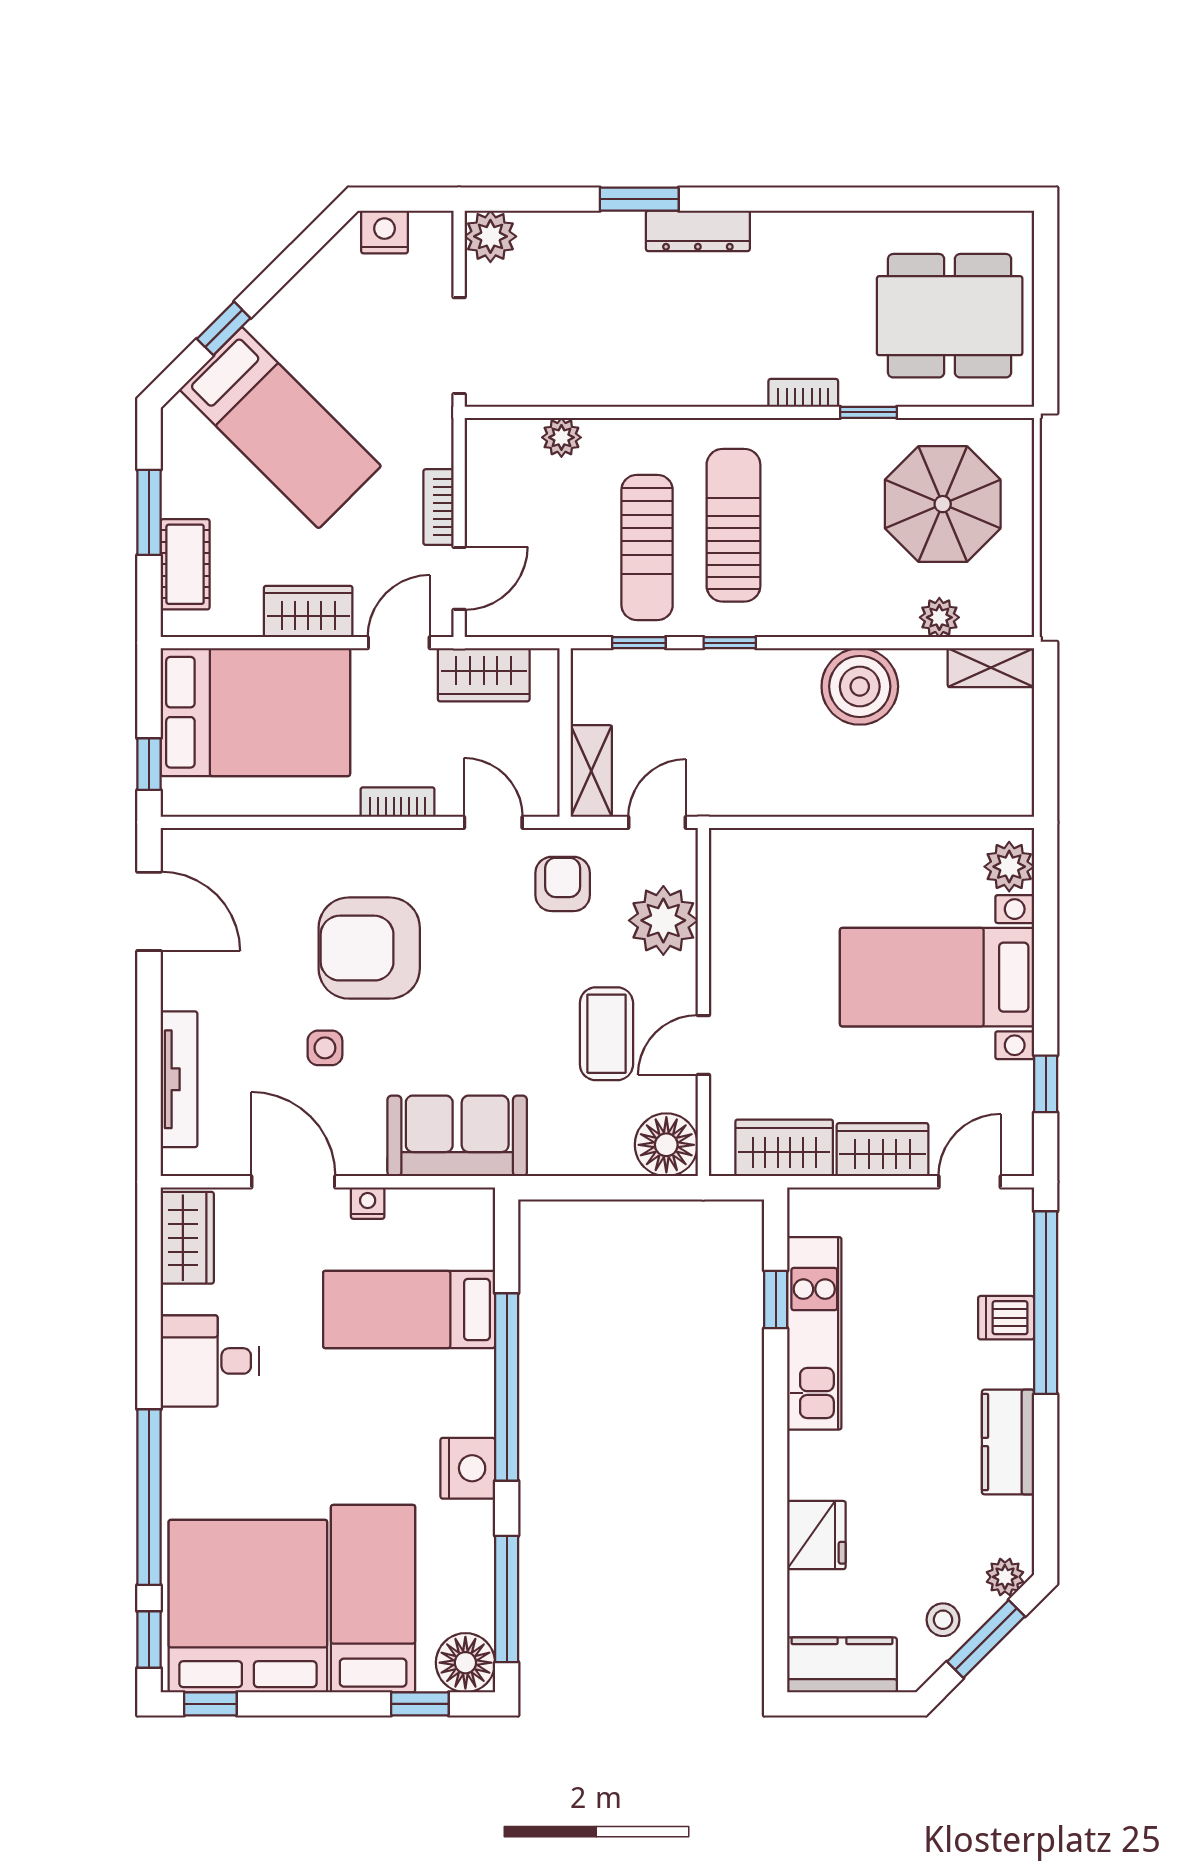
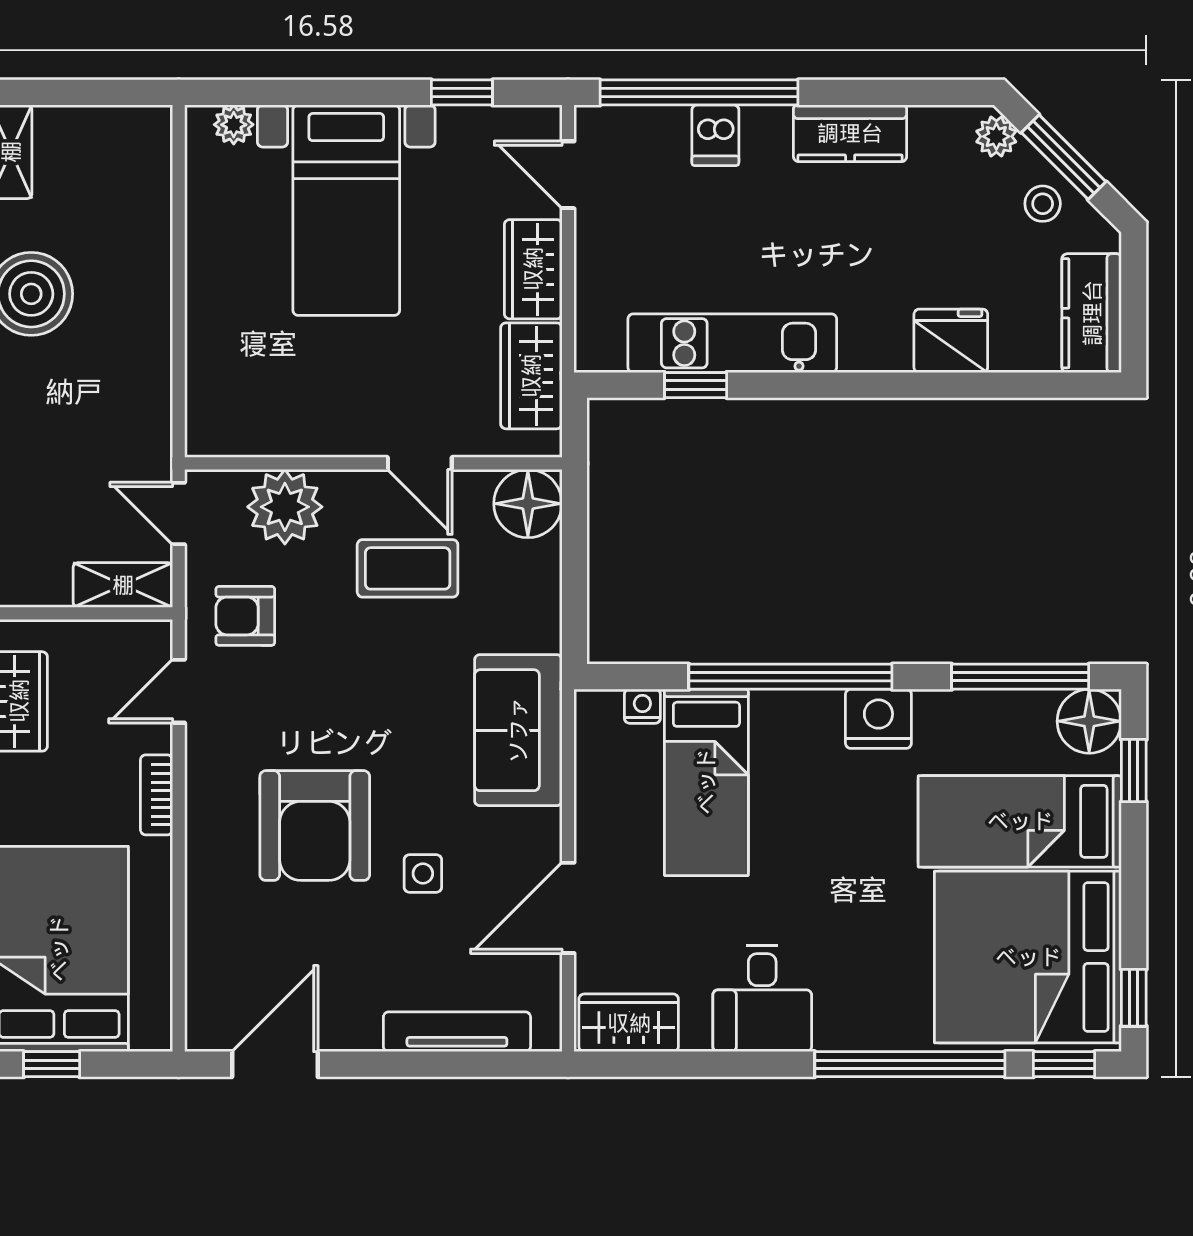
window: (149, 764) -> (52, 1064), moved
plant: (1009, 867) -> (234, 125), width x0.73, depth x0.73
nightstand: (368, 1203) -> (642, 706), moved, turned 90

